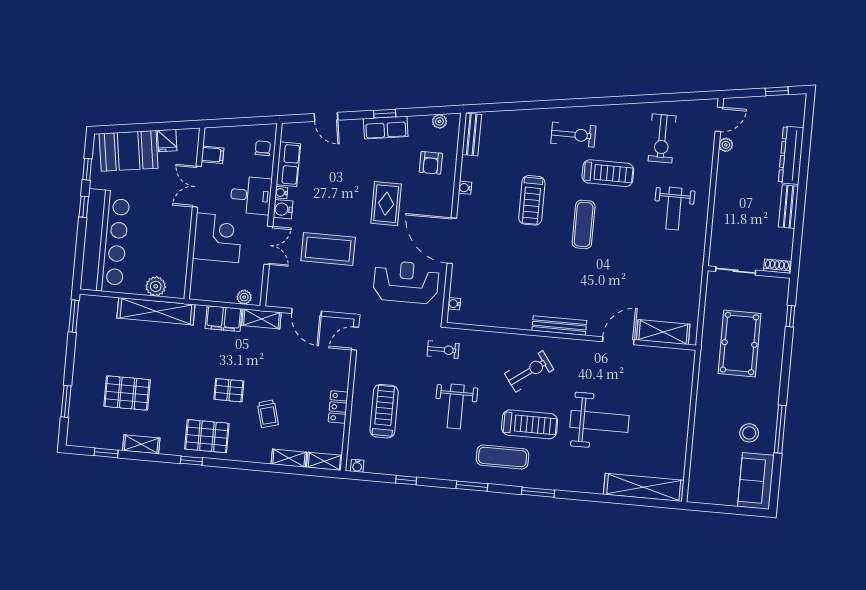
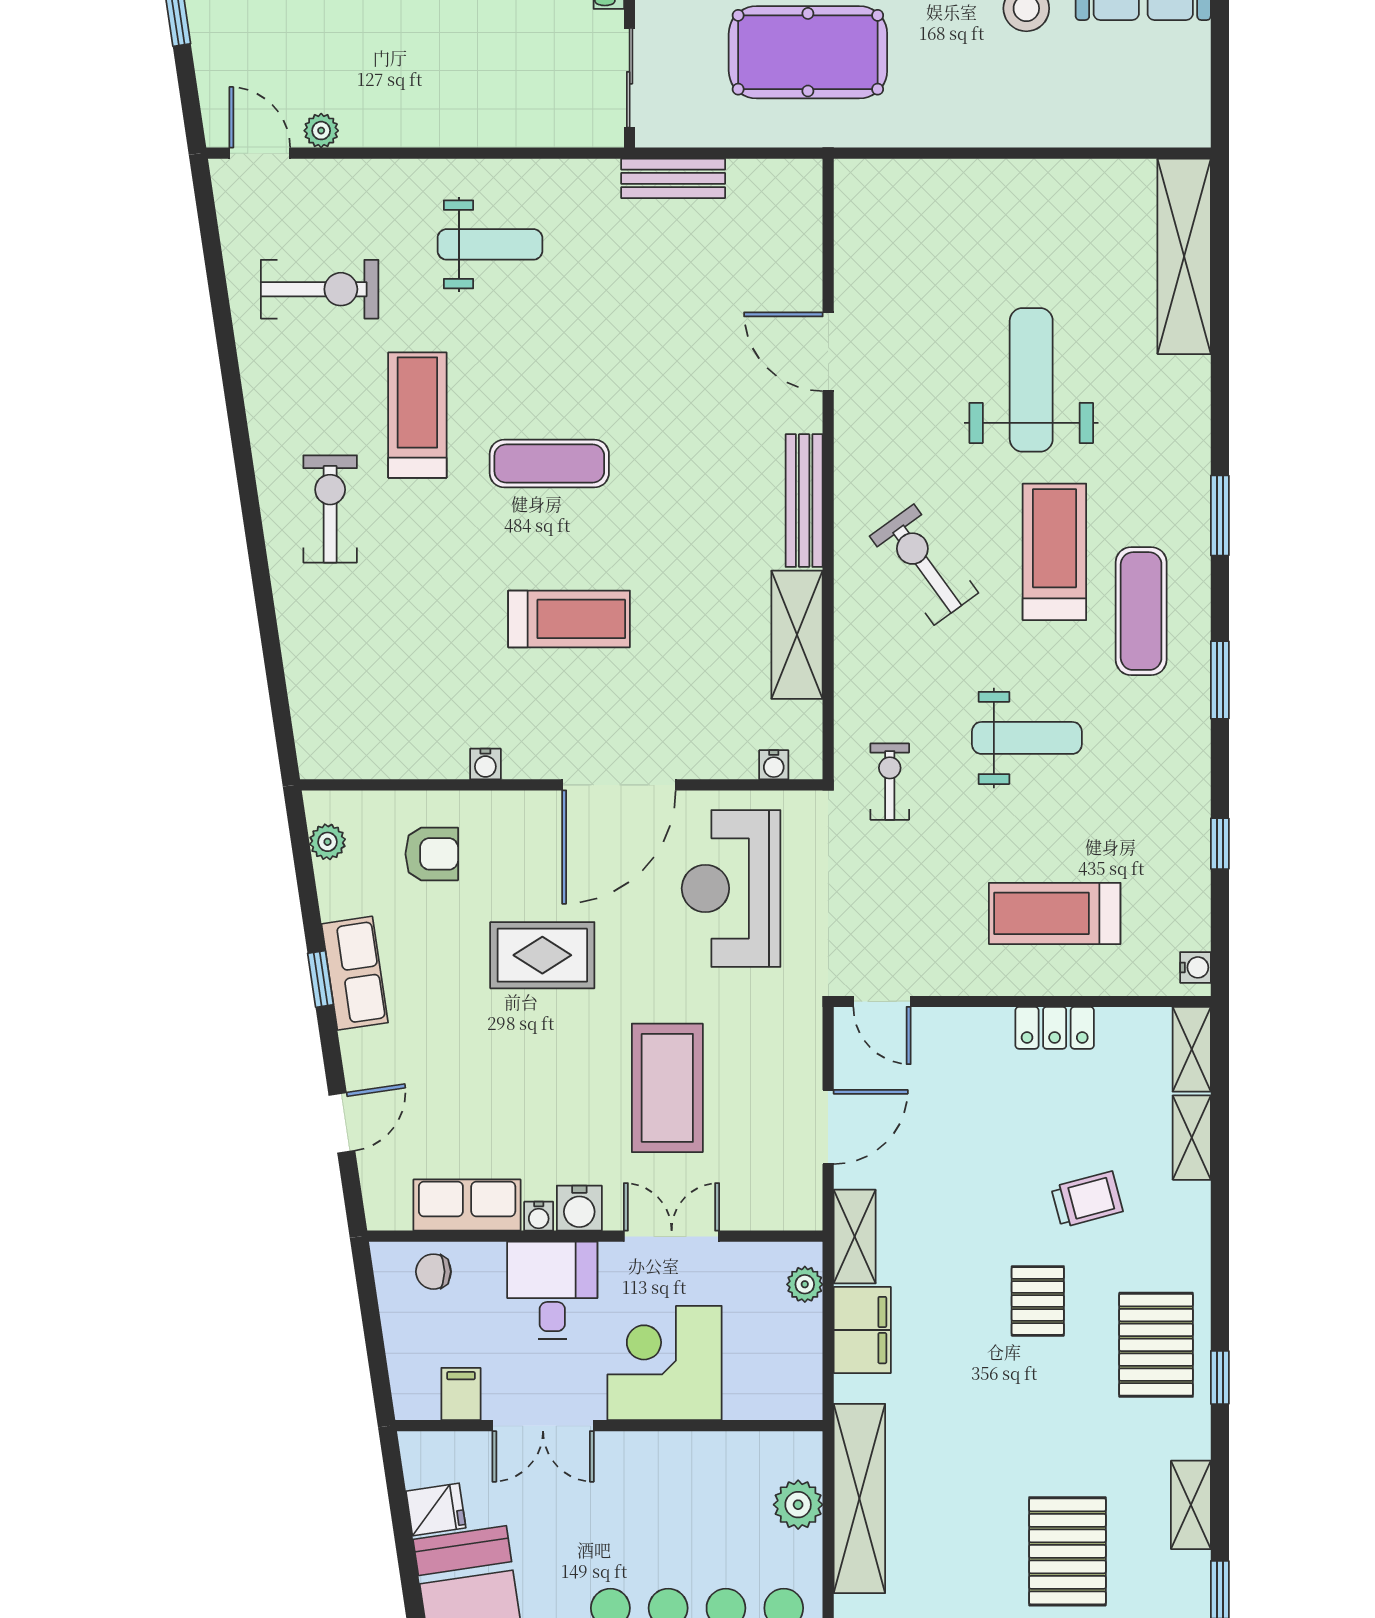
bench: (472, 135) -> (673, 178), moved
treadmill: (532, 200) -> (569, 619), moved
shelving: (663, 332) -> (797, 635), moved

